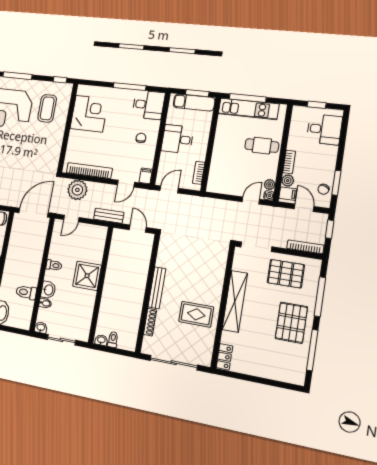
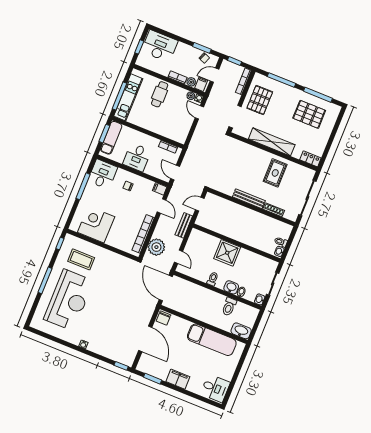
desk: (324, 129) -> (160, 46), width x1.37
pallet: (291, 323) -> (309, 114), moved

